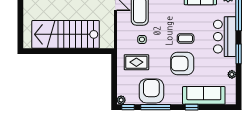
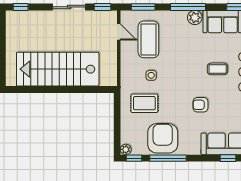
coffee table: (186, 38) -> (218, 69), moved
armchair: (182, 64) -> (201, 105), width x0.53, depth x0.53
window: (192, 107) -> (228, 158), moved

